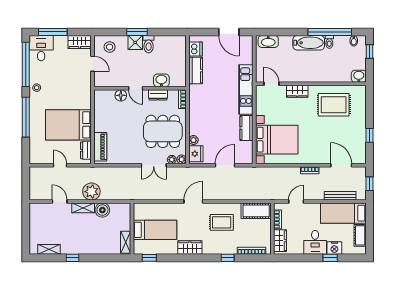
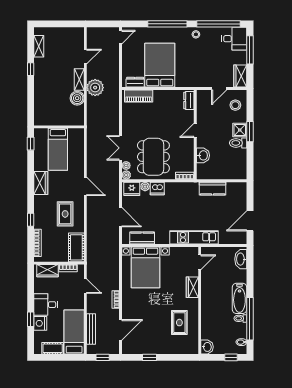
dishwasher: (195, 49) -> (157, 188), moved
floor lamp: (121, 95) -> (188, 116), removed
dresser: (158, 95) -> (189, 101), moved
rug: (334, 105) -> (179, 323), width x0.73, depth x0.70
kitchen counter: (247, 128) -> (142, 238), moved
door: (60, 165) -> (121, 37), moved
shelving: (126, 242) -> (46, 121), removed

